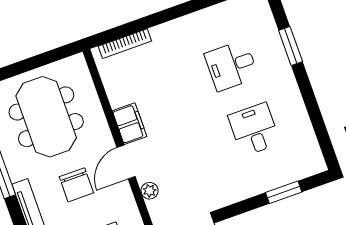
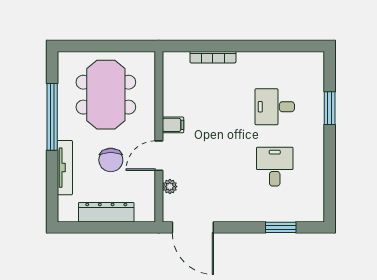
bookcase: (125, 44) -> (213, 57), moved
filing cabinet: (130, 124) -> (173, 125), width x0.50

